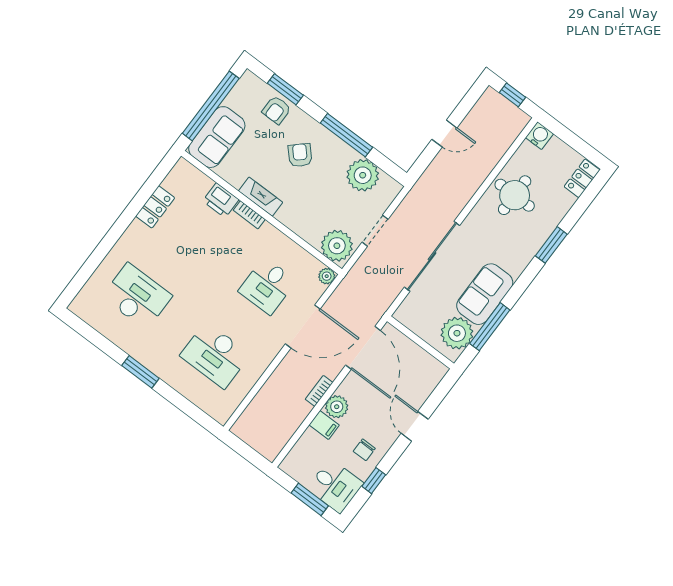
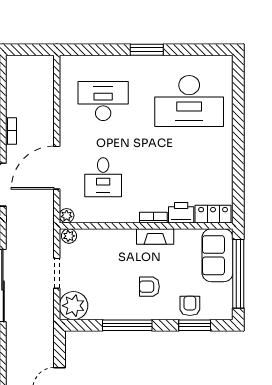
armchair: (300, 155) -> (149, 287), turned 133
plant: (363, 175) -> (74, 306), moved
locker: (155, 207) -> (213, 214), moved, turned 90
plant: (337, 246) -> (69, 236), width x0.53, depth x0.53
desk: (267, 286) -> (103, 177), turned 180
desk: (137, 296) -> (189, 101), width x1.36, depth x1.30

